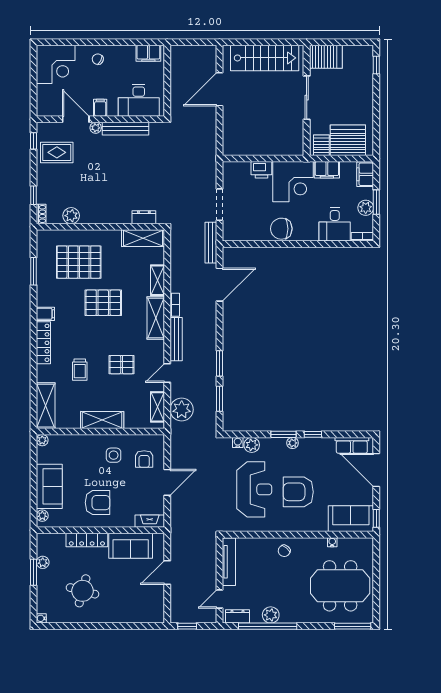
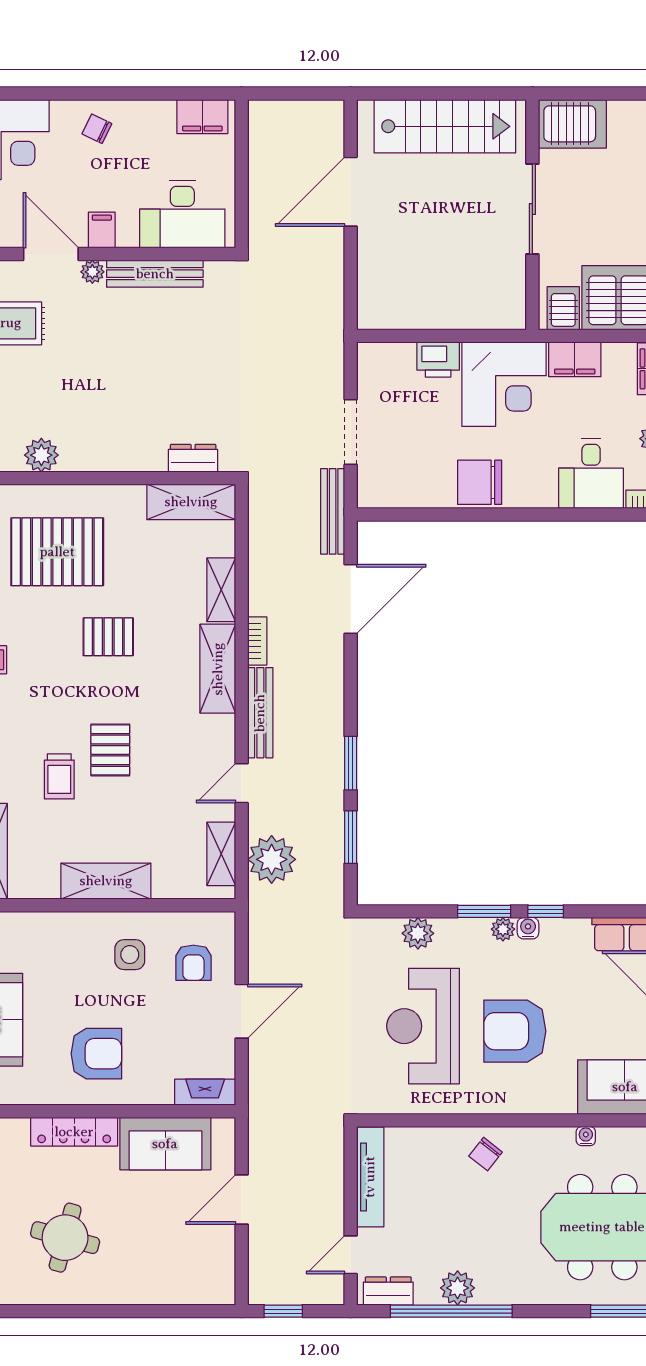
pallet: (103, 303) -> (108, 637), width x0.67, depth x0.71
pallet: (122, 365) -> (110, 750), moved, turned 90
water cooler: (238, 442) -> (528, 928), moved
reception desk: (254, 489) -> (423, 1026), turned 180

